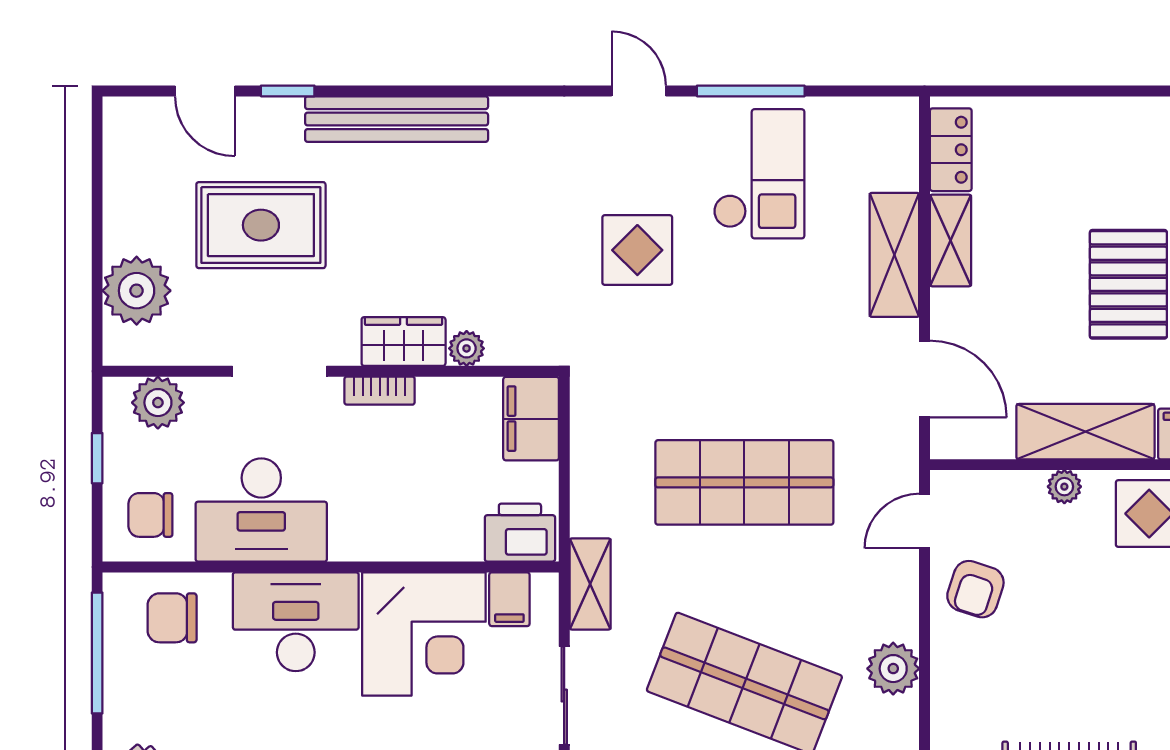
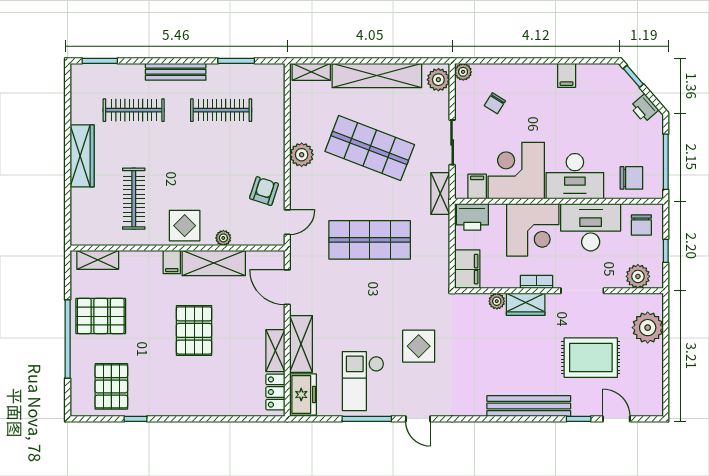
freezer: (890, 144) -> (303, 395), added
corner desk: (388, 504) -> (533, 230), added
chair: (150, 515) -> (641, 225), turned 90

